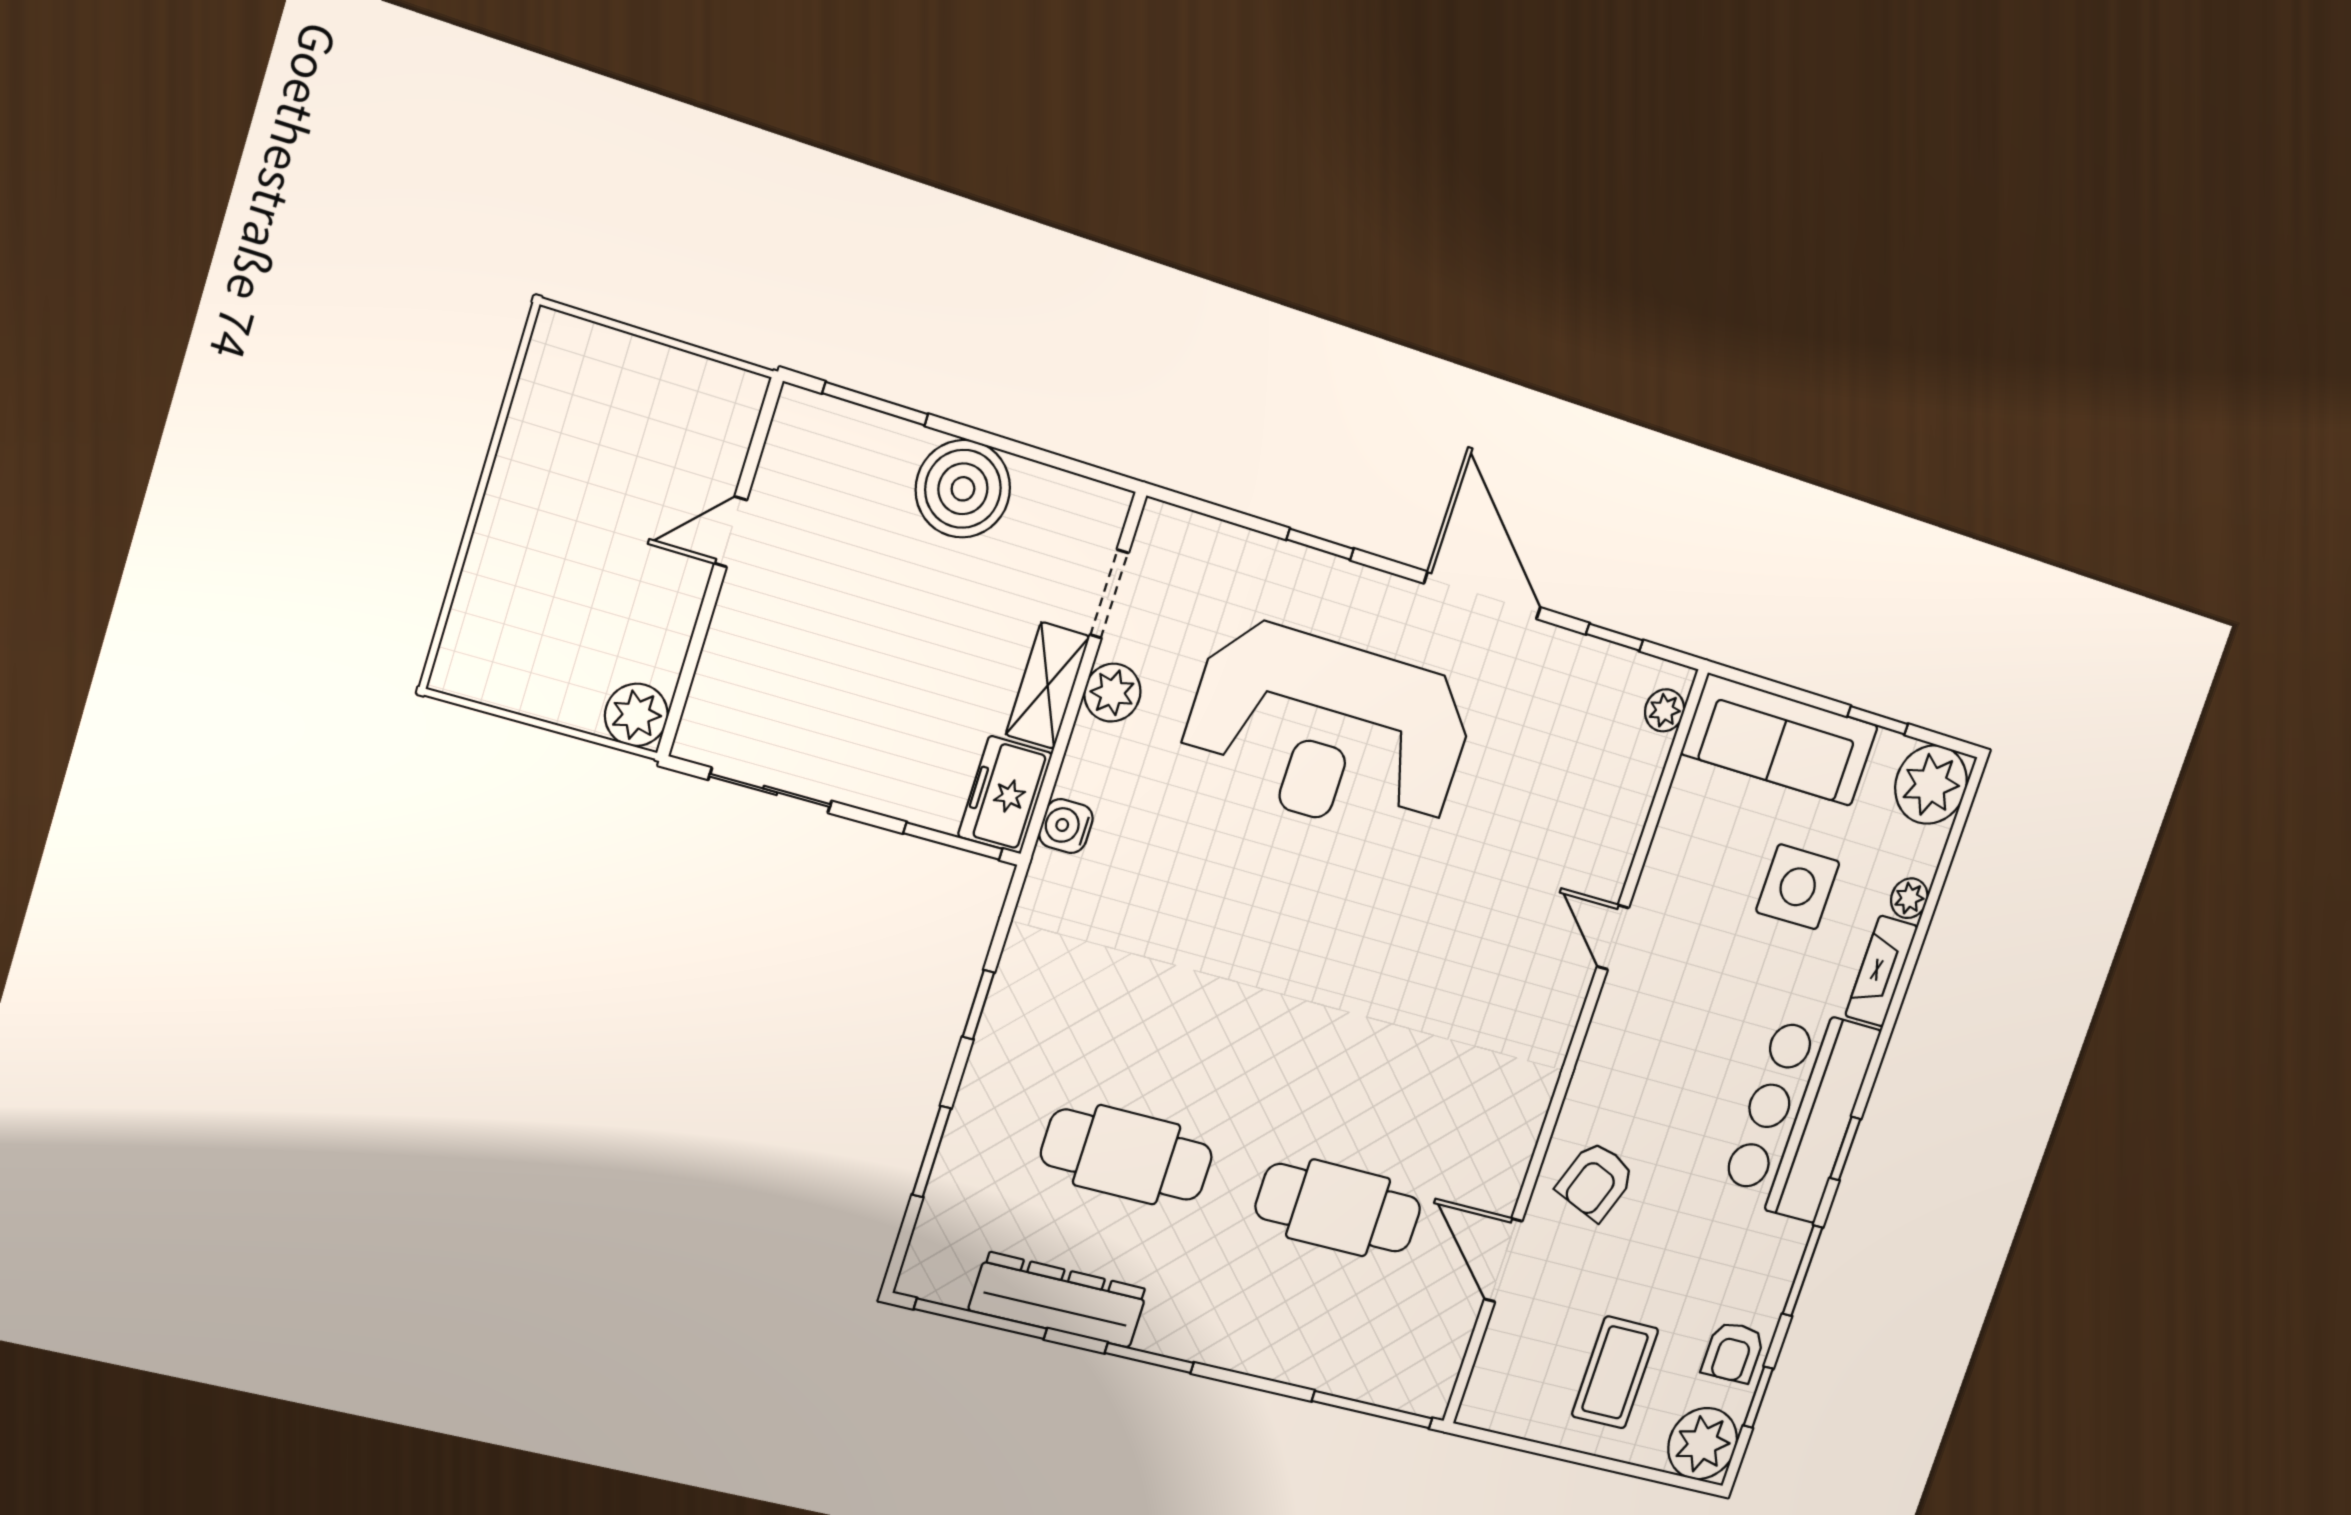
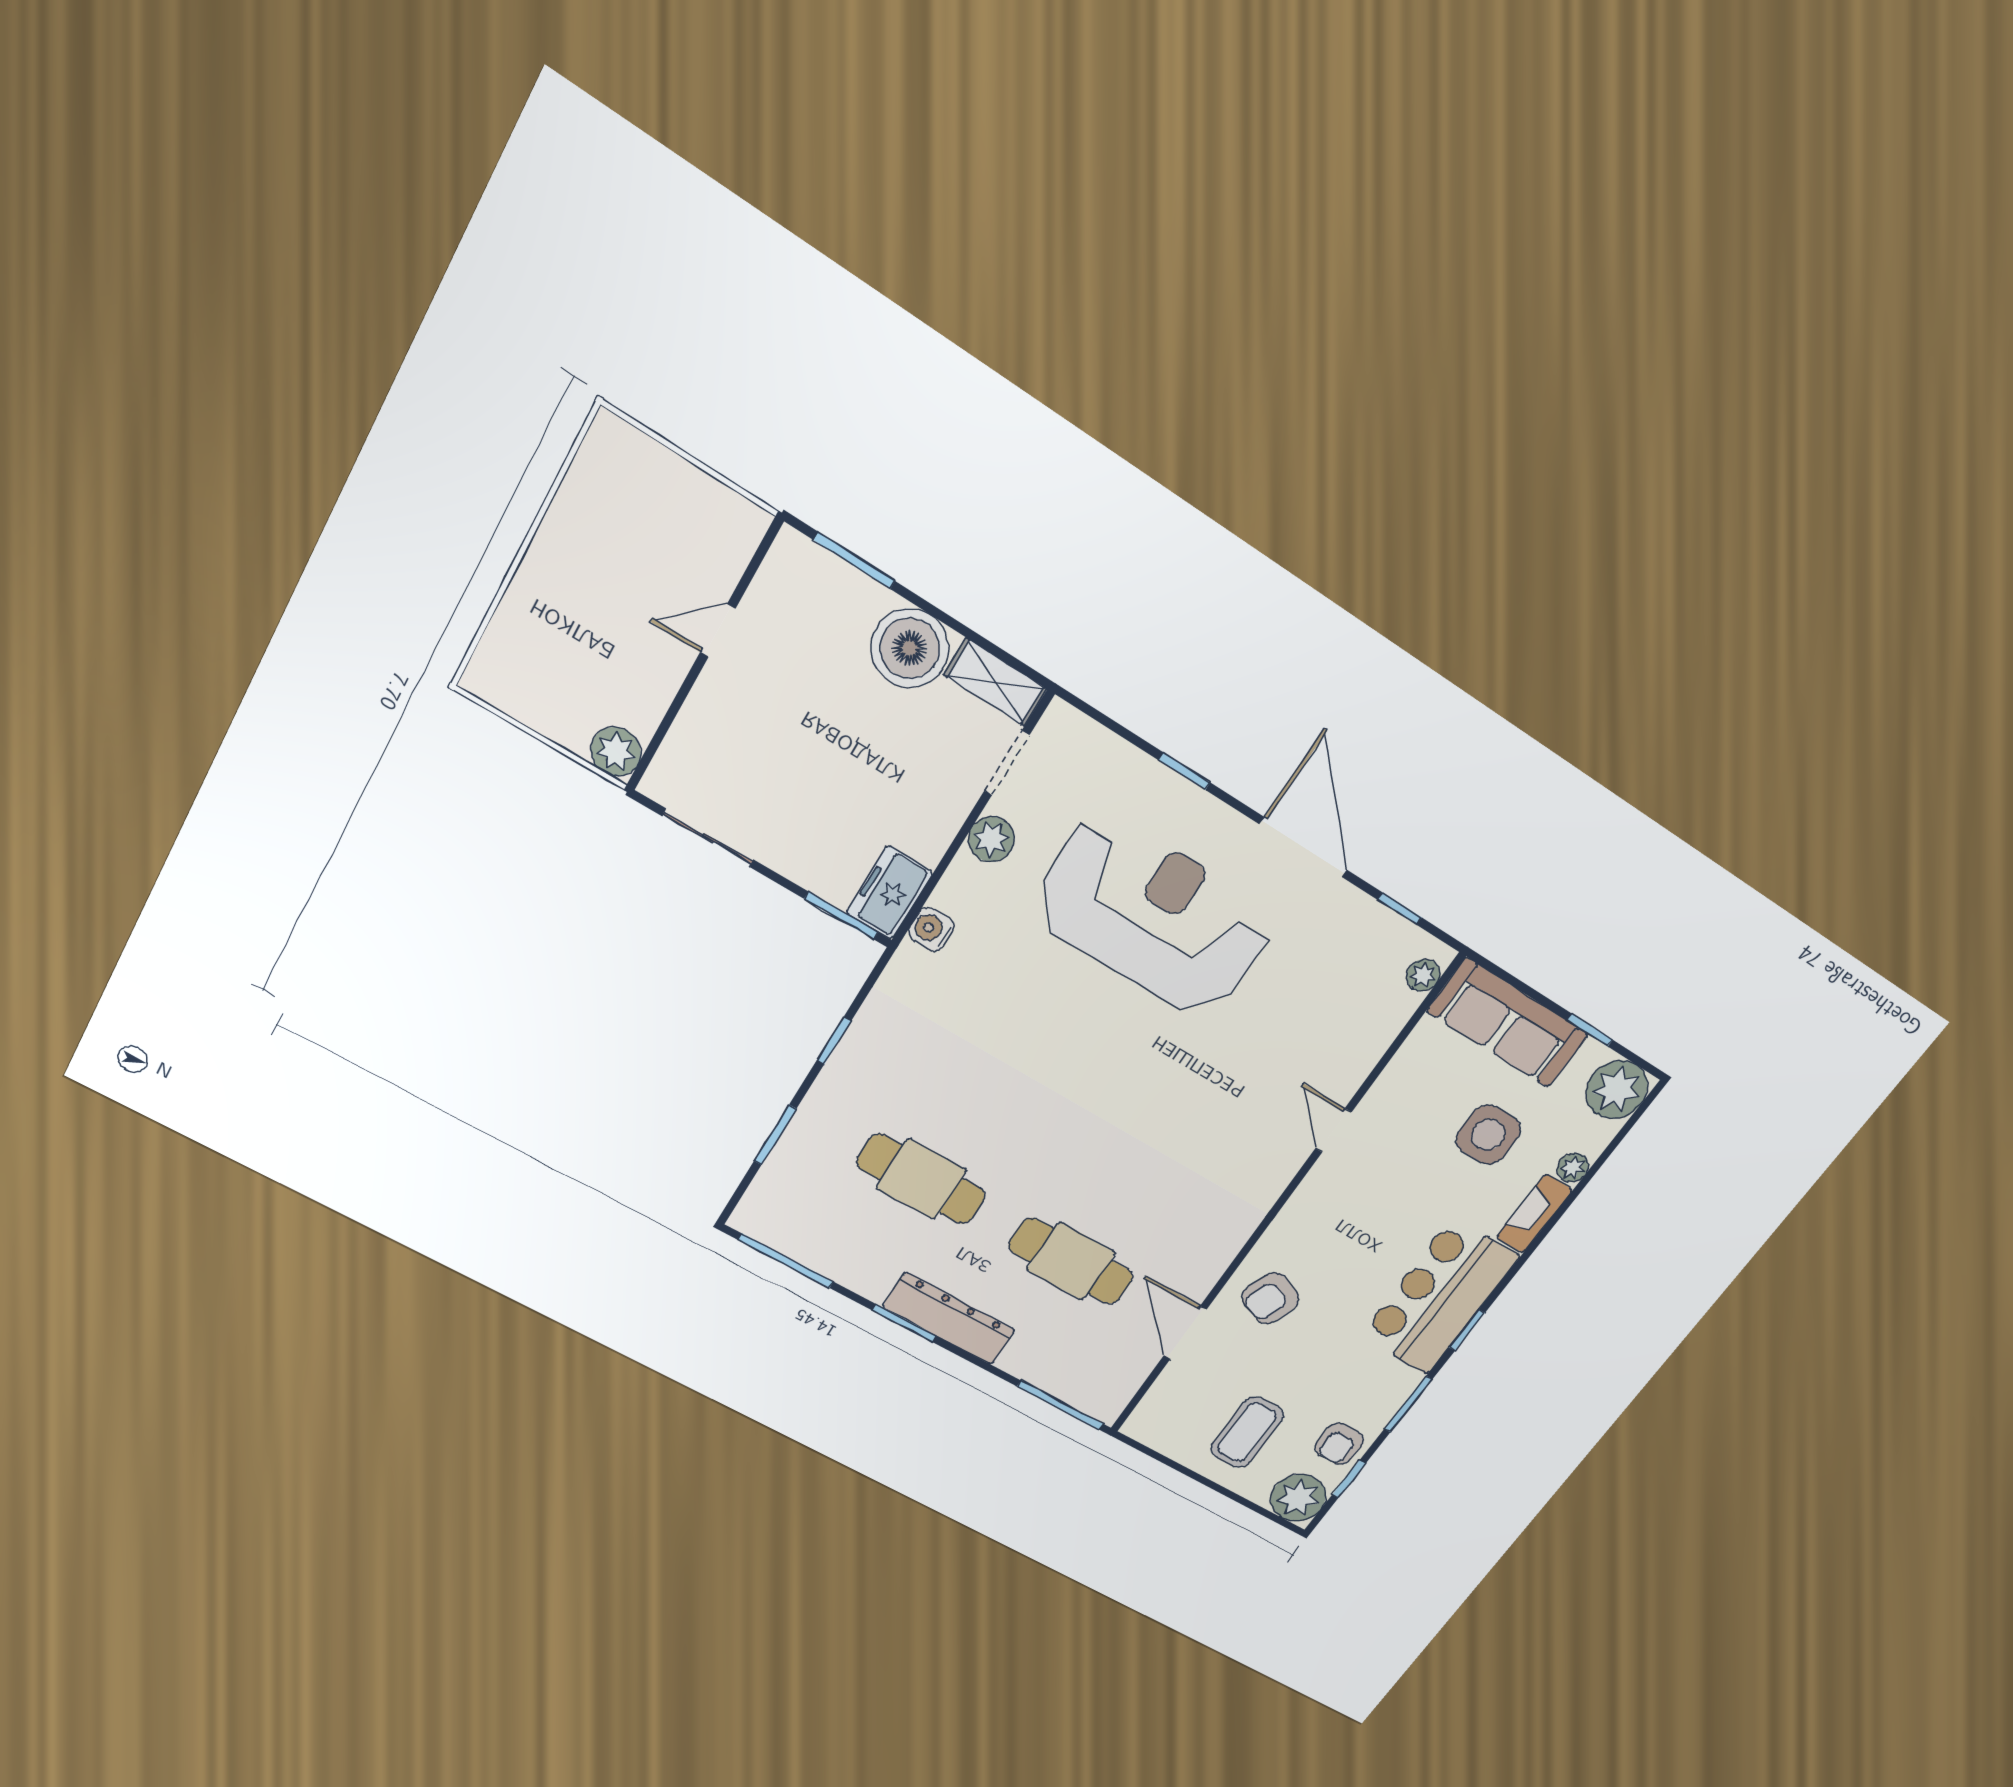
shelving: (1048, 685) -> (996, 682), moved, turned 90
reception desk: (1328, 731) -> (1153, 916), turned 180
dresser: (1058, 1300) -> (949, 1319), moved

